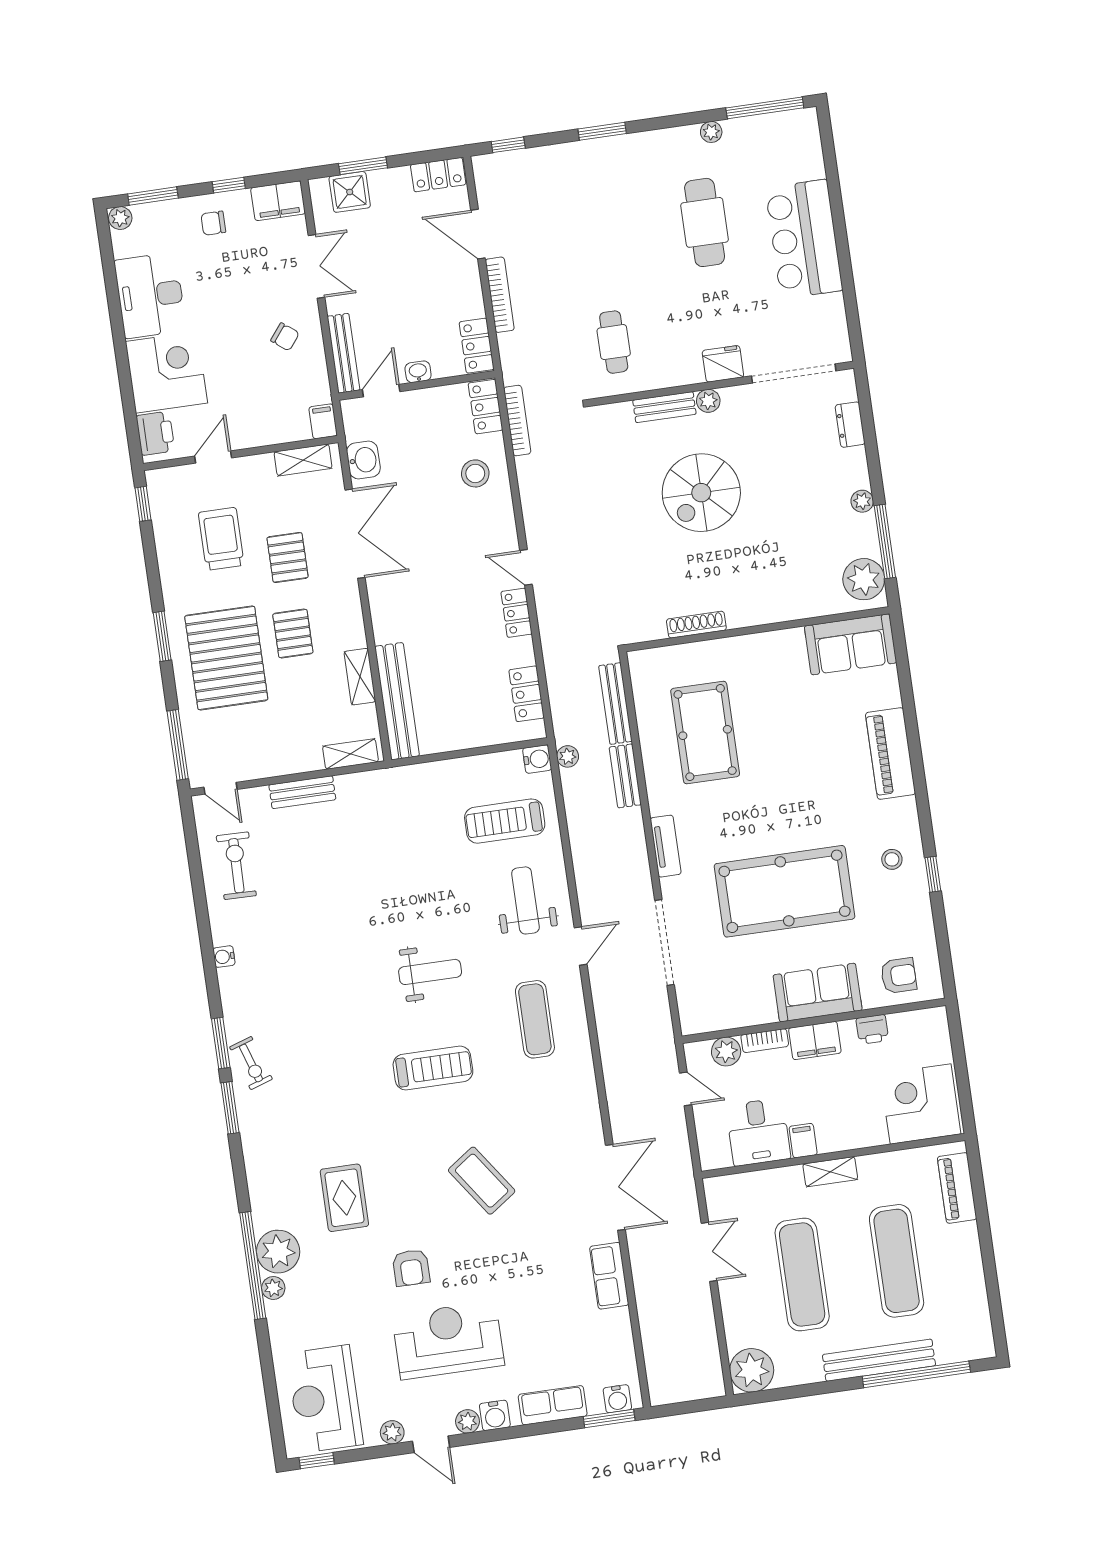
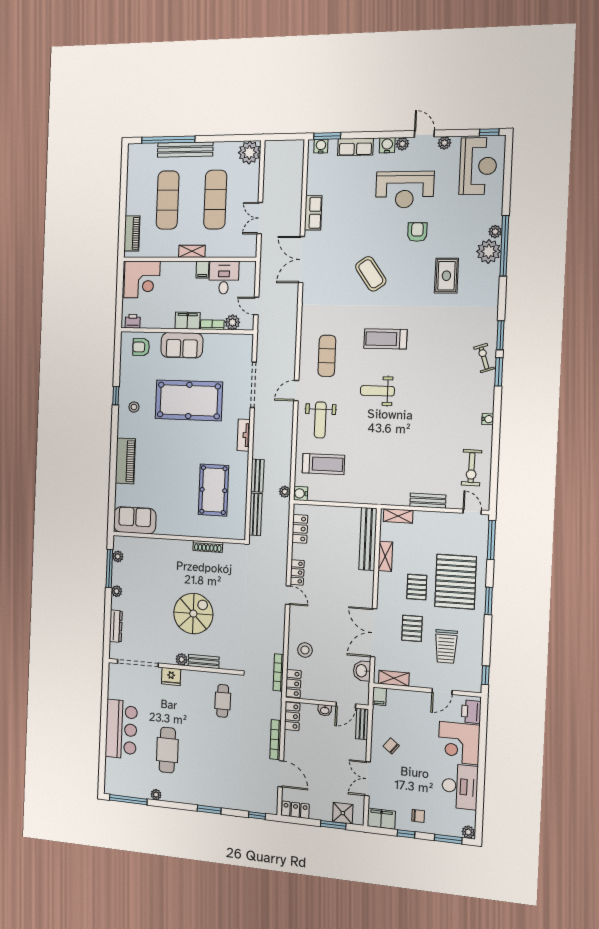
bench: (343, 353) -> (362, 724), width x0.73
dresser: (850, 425) -> (116, 626), width x1.44
plant: (864, 579) -> (118, 556), width x0.53, depth x0.53
printer: (872, 1029) -> (133, 321), moved

